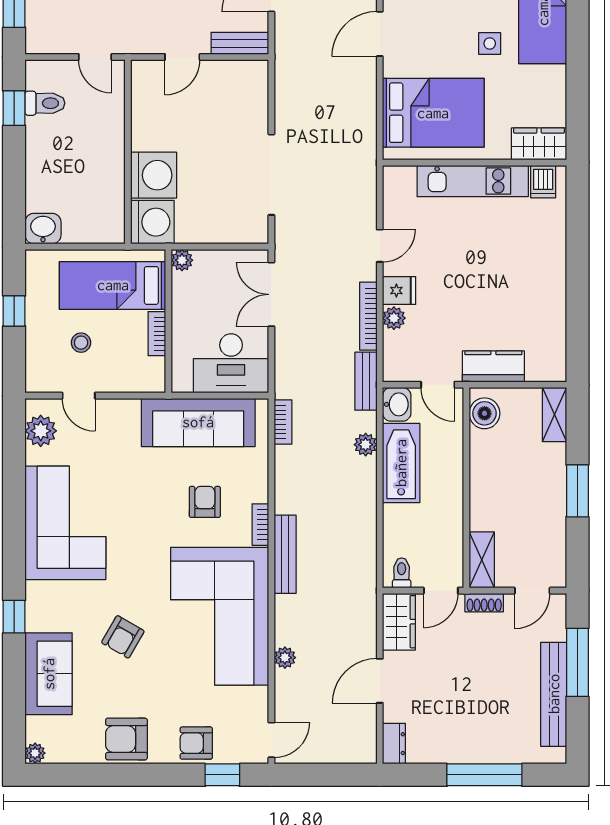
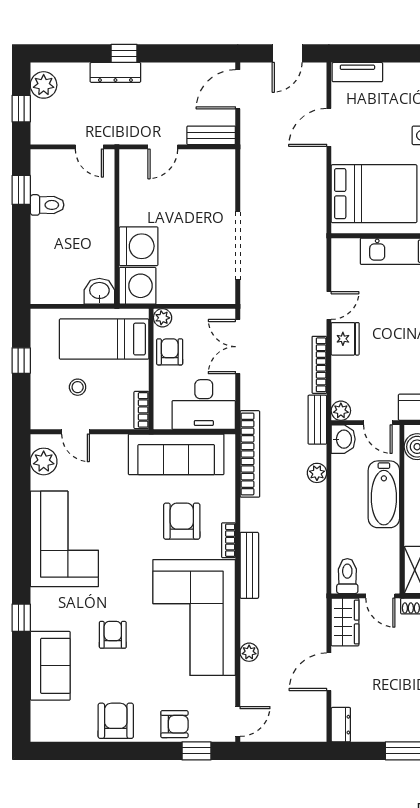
toilet: (45, 103) -> (47, 205), moved
washbasin: (43, 229) -> (99, 291), moved
fridge: (399, 291) -> (345, 339), width x1.38
armchair: (191, 301) -> (170, 352), added
plant: (394, 318) -> (341, 411), moved
bookcase: (157, 334) -> (141, 410), moved
bookcase: (283, 422) -> (250, 454), width x2.31, depth x1.31
bathtub: (401, 463) -> (384, 494), moved, turned 180
armchair: (205, 502) -> (182, 521), width x1.38, depth x1.38
toilet: (402, 573) -> (347, 576), width x1.37, depth x1.39
door: (441, 591) -> (380, 596), hinge flipped
armchair: (123, 637) -> (113, 635), turned 150
armchair: (126, 739) -> (116, 721), turned 90
armchair: (196, 743) -> (174, 724), turned 180
plant: (35, 753) -> (39, 733), removed

